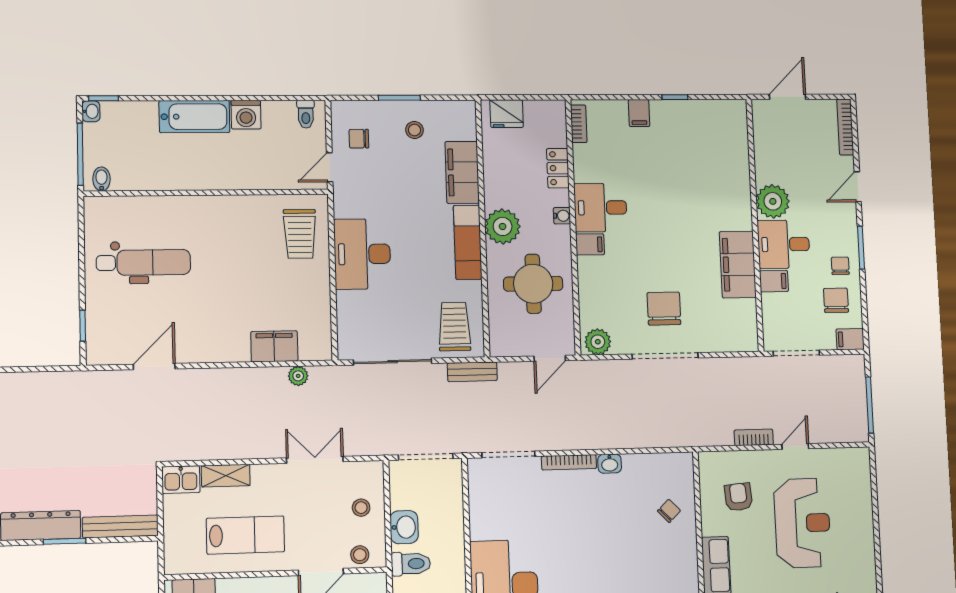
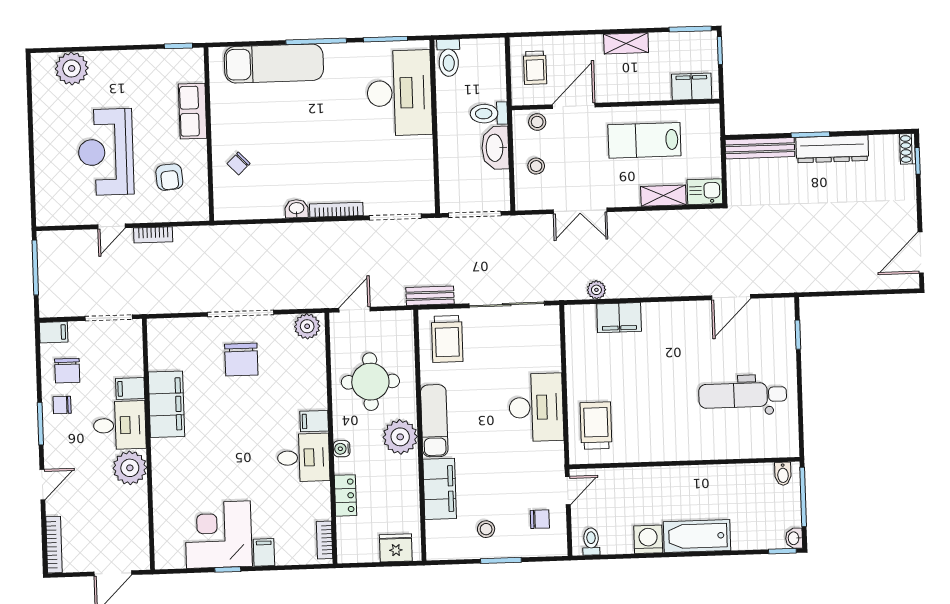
corner desk: (684, 132) -> (218, 535), added
chair: (840, 266) -> (62, 405), turned 90
washbasin: (404, 527) -> (495, 148), width x1.38

